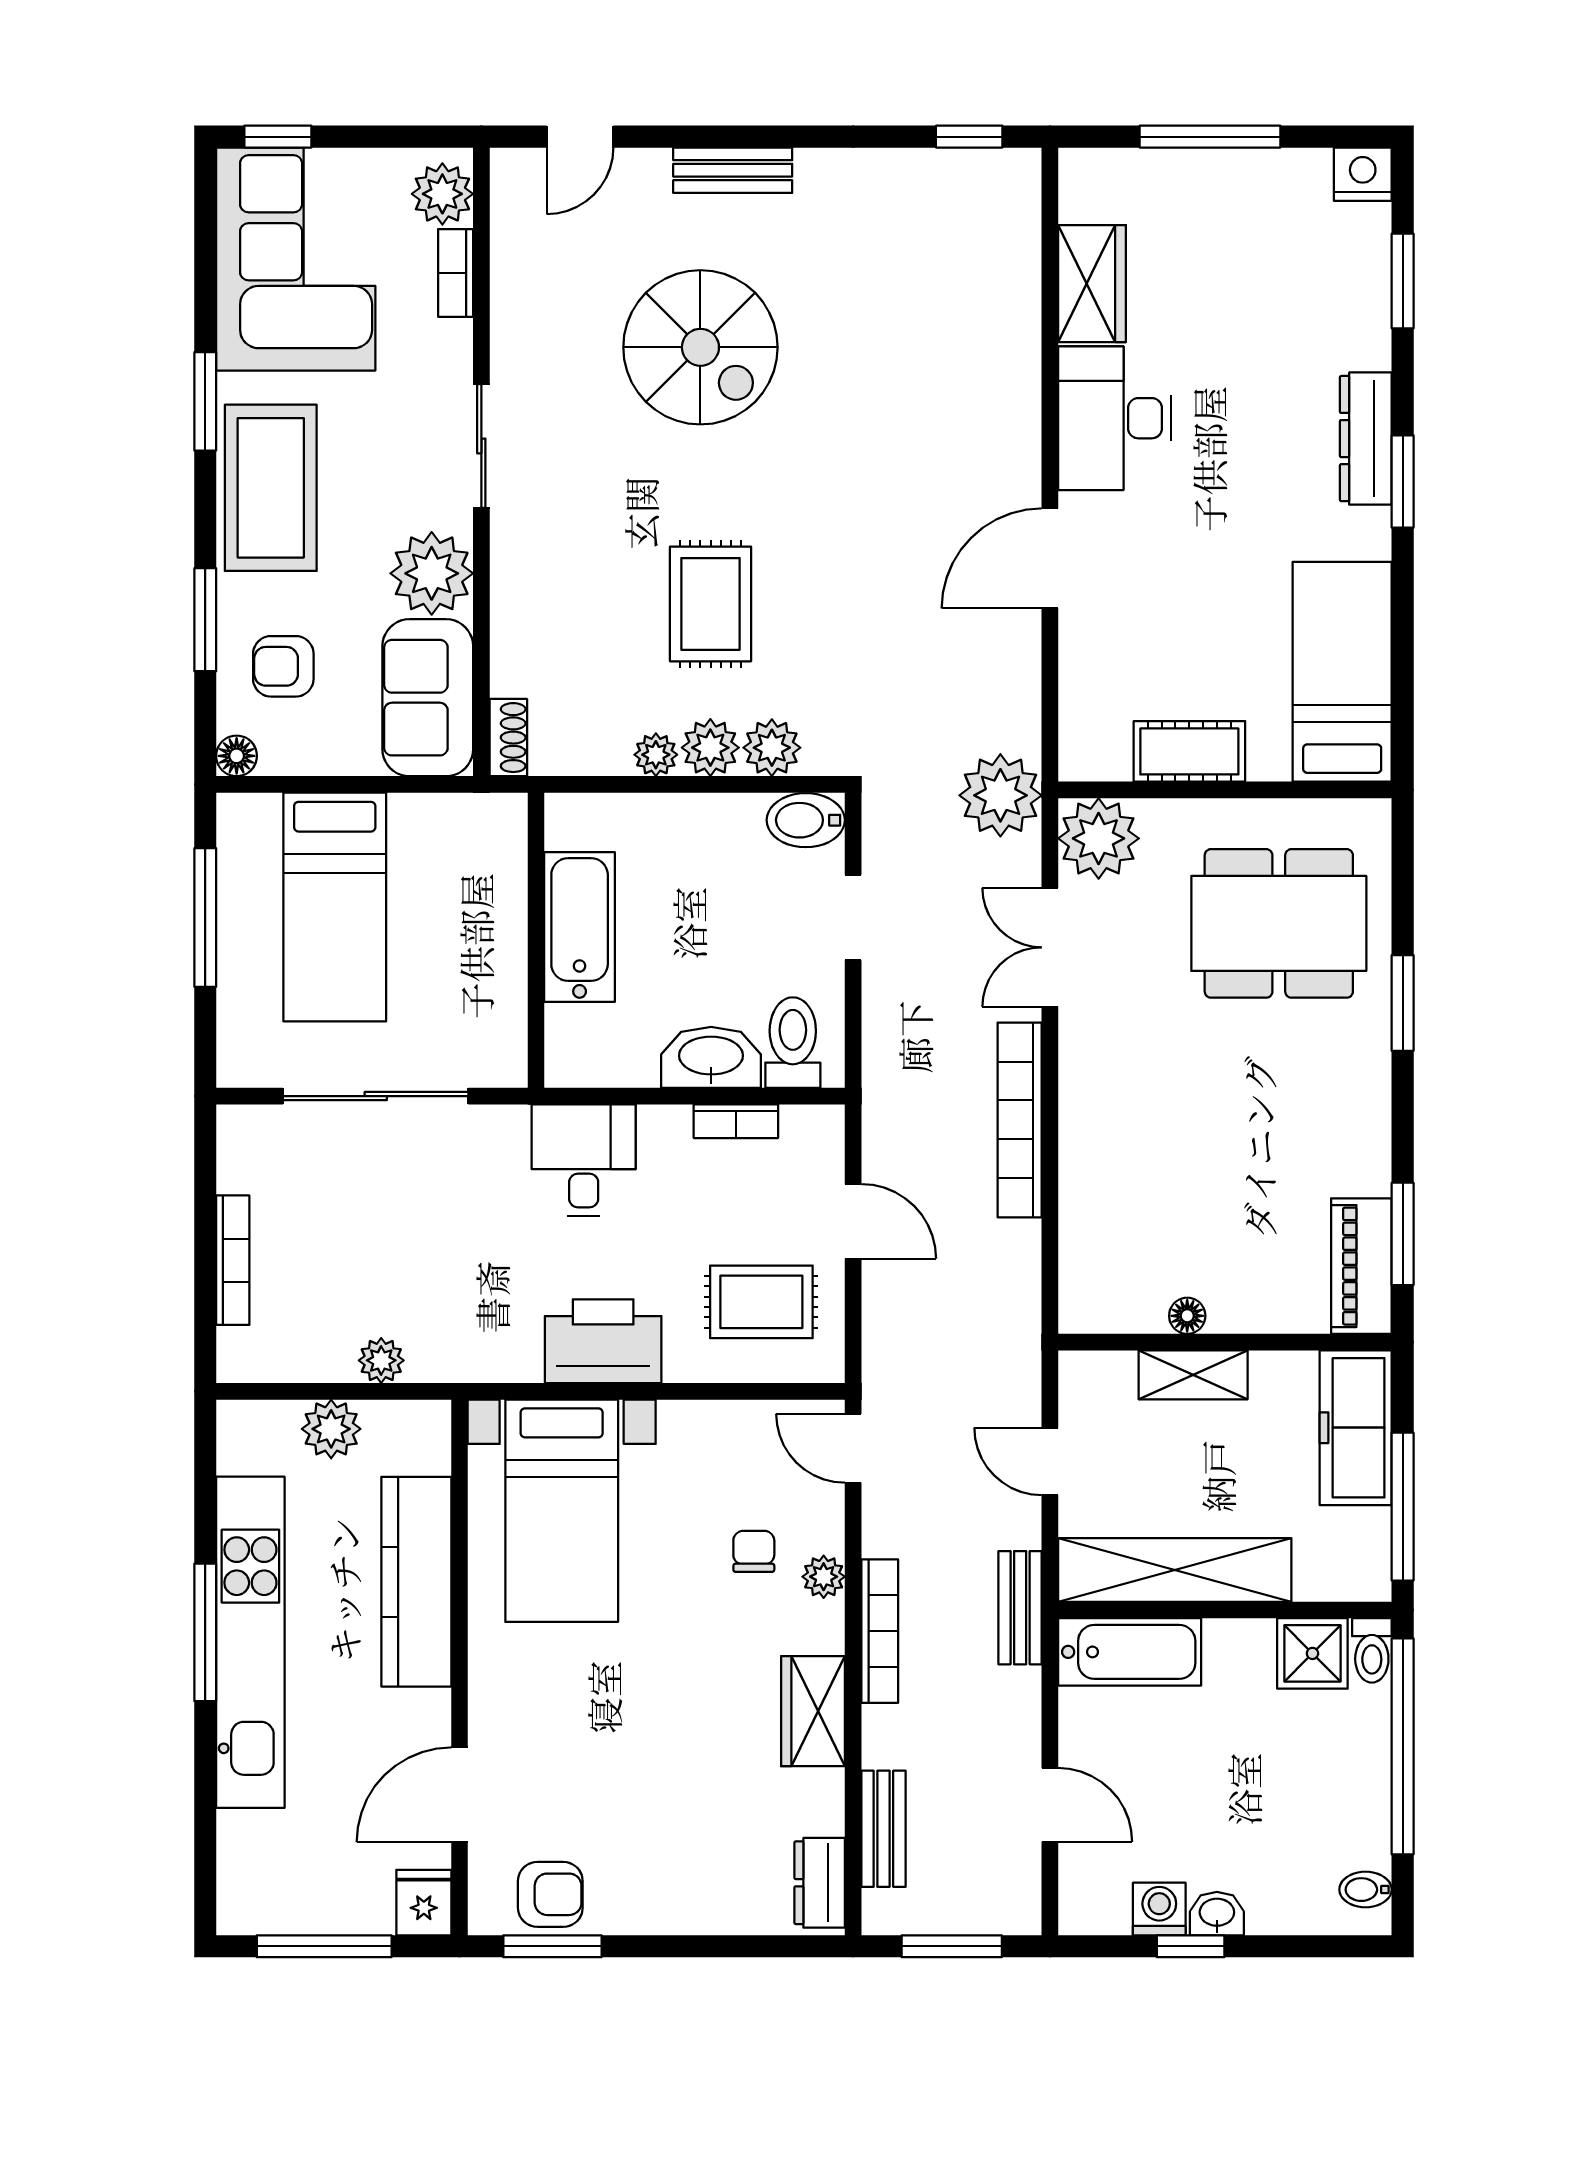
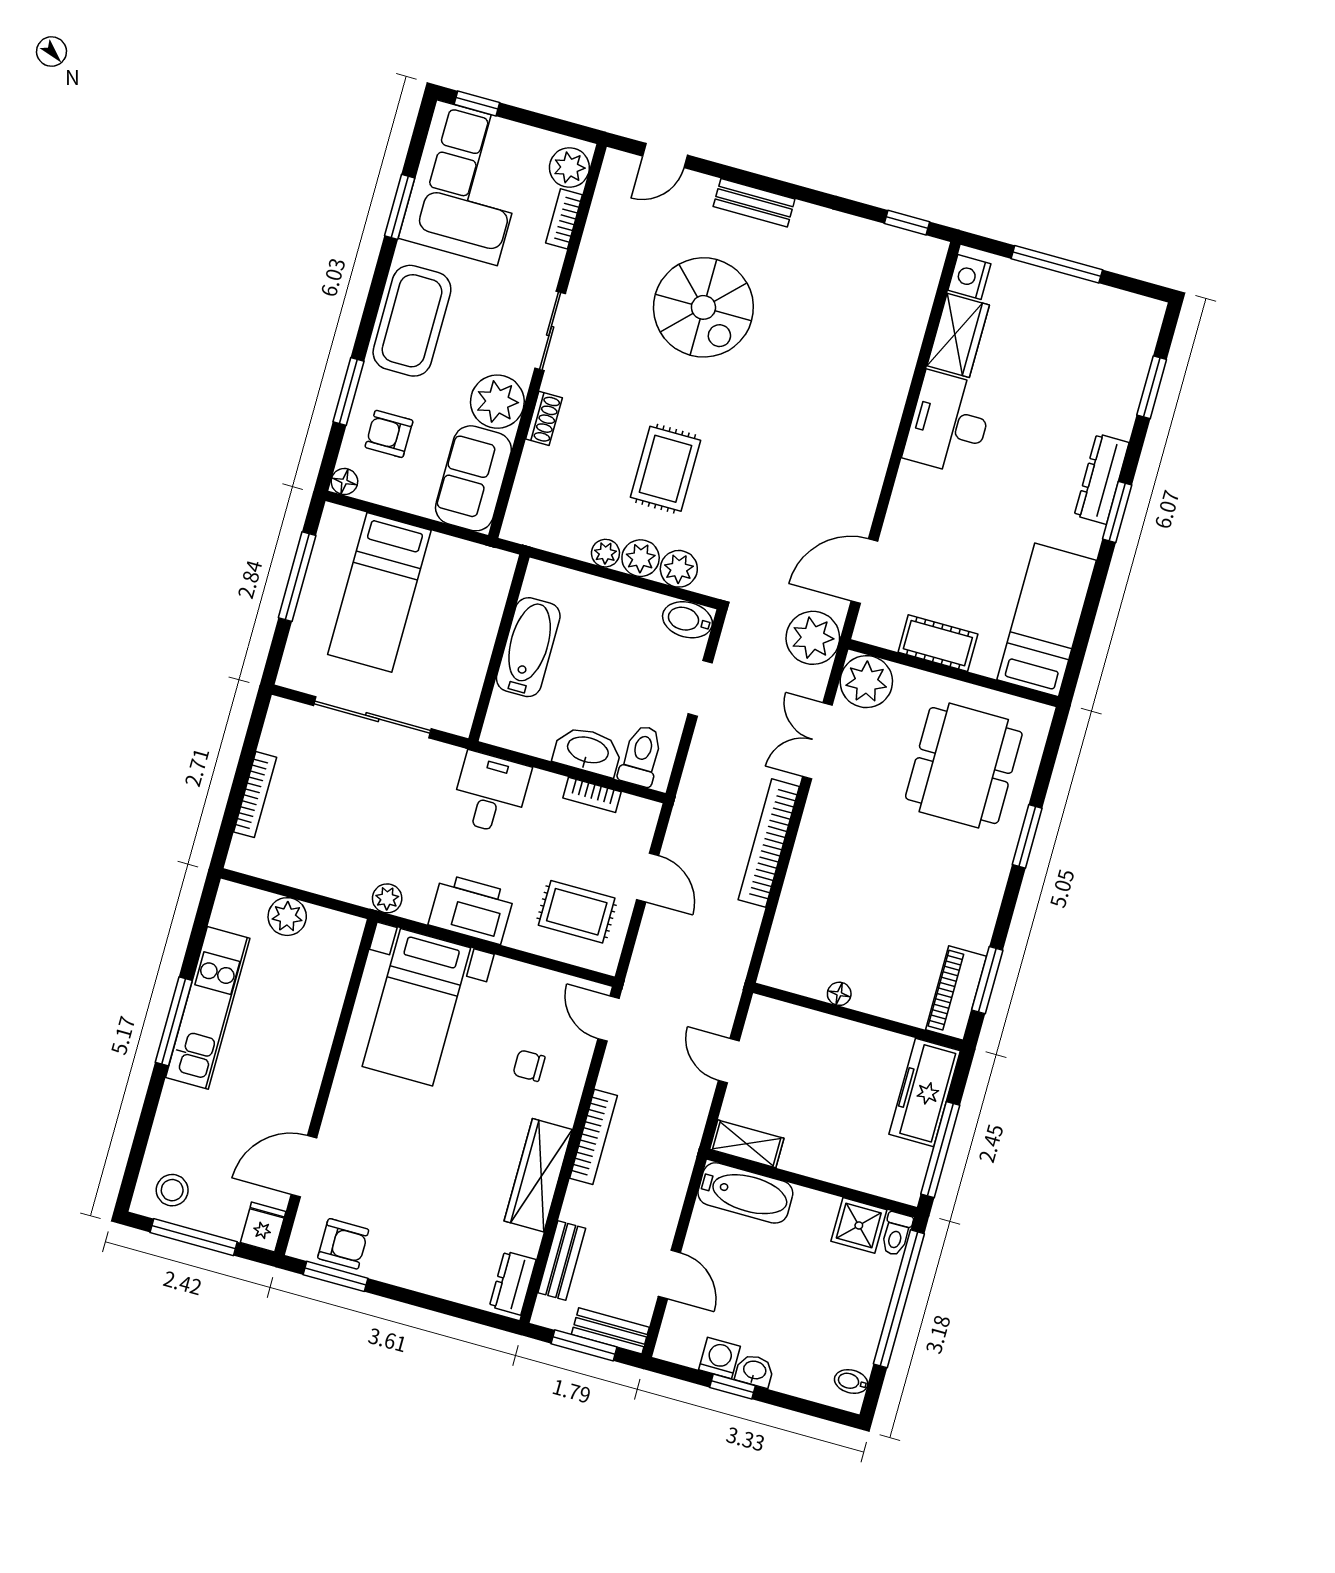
nightstand: (1363, 174) -> (969, 277), moved, turned -90
window: (205, 401) -> (400, 207), moved
door: (1050, 558) -> (864, 571), moved
shoe rack: (508, 738) -> (544, 418), moved
dining table: (1279, 923) -> (964, 766), turned 90
plant: (381, 1360) -> (387, 898), moved
shelving: (1193, 1375) -> (833, 1032), removed
chair: (754, 1551) -> (529, 1066), turned -90
shelving: (1175, 1570) -> (747, 1144), width x0.45, depth x0.75
plant: (824, 1577) -> (568, 1093), removed
kitchen counter: (416, 1582) -> (314, 1026), removed
bench: (1020, 1608) -> (610, 1331), moved, turned 90
kitchen unit: (250, 1642) -> (208, 1008), width x0.73
wardrobe: (813, 1711) -> (538, 1175), width x1.50
stool: (273, 1885) -> (172, 1190), added

